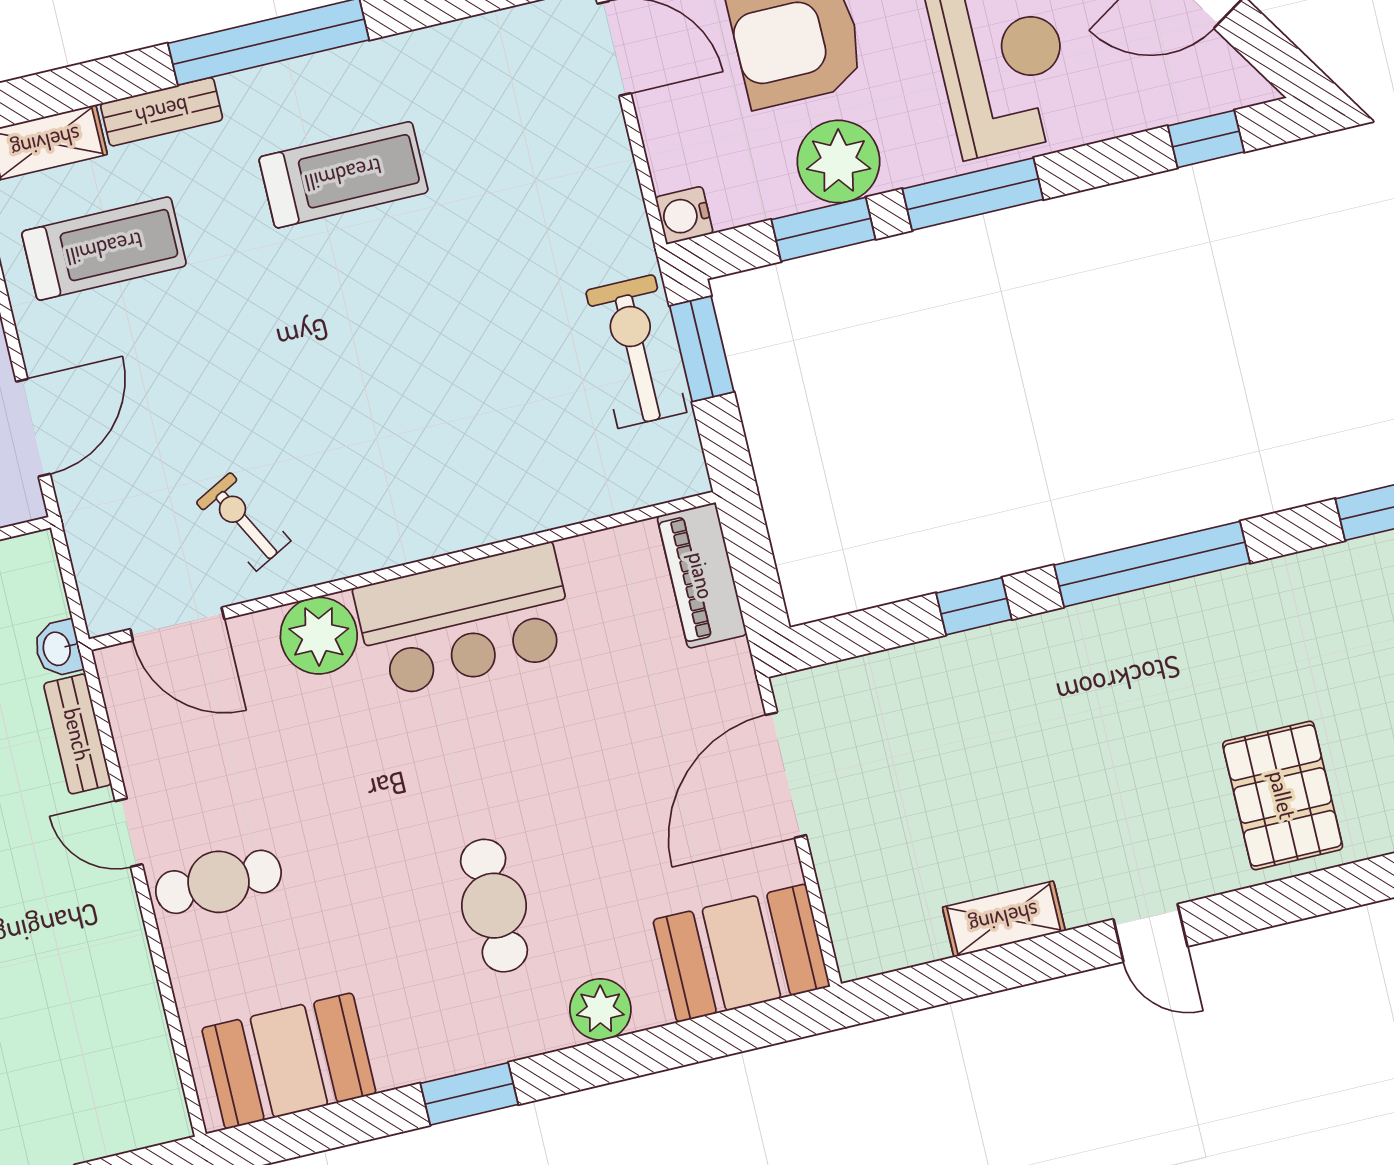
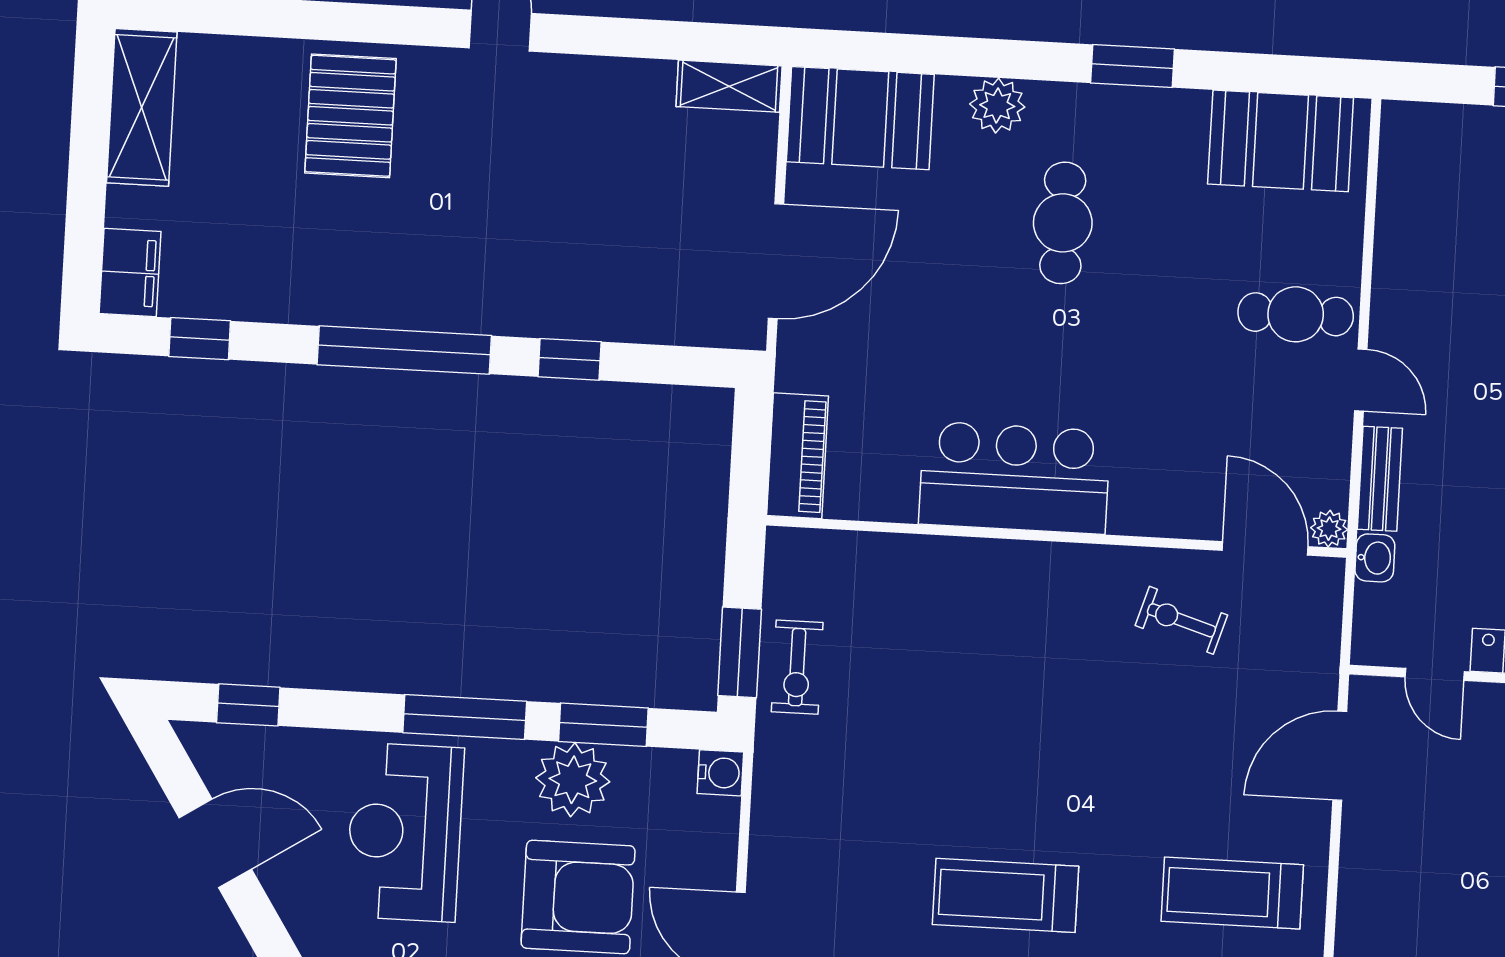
exercise bike: (636, 351) -> (797, 667), width x0.73, depth x0.72
exercise bike: (243, 522) -> (1181, 620), turned 135
plant: (319, 636) -> (1329, 529), moved, width x0.53, depth x0.53
shelving: (1004, 919) -> (729, 86), moved

